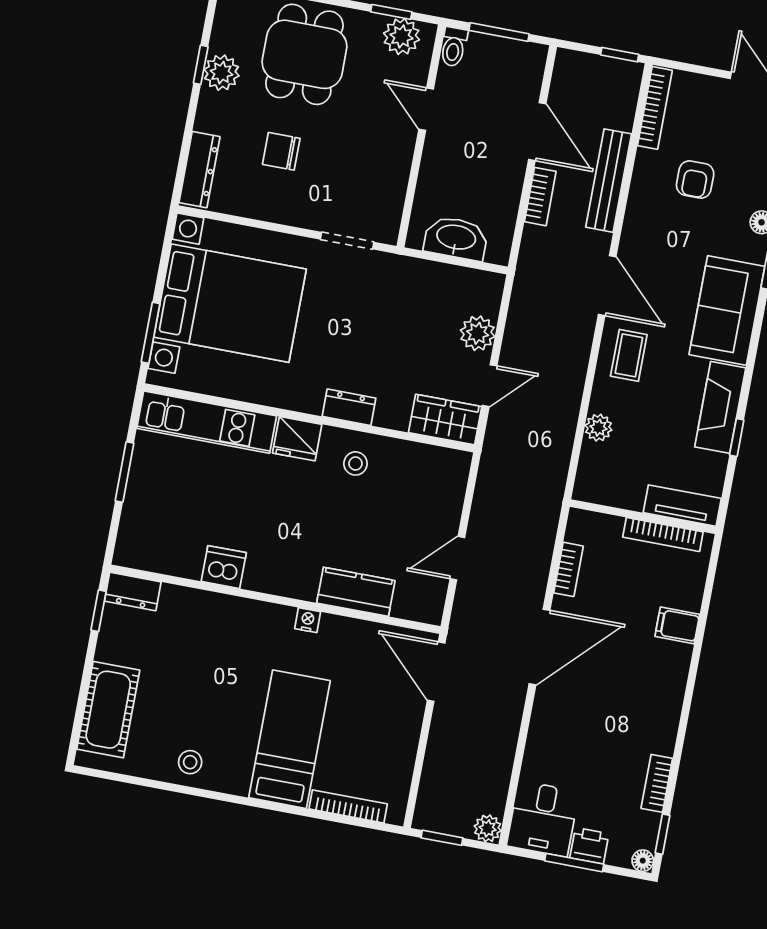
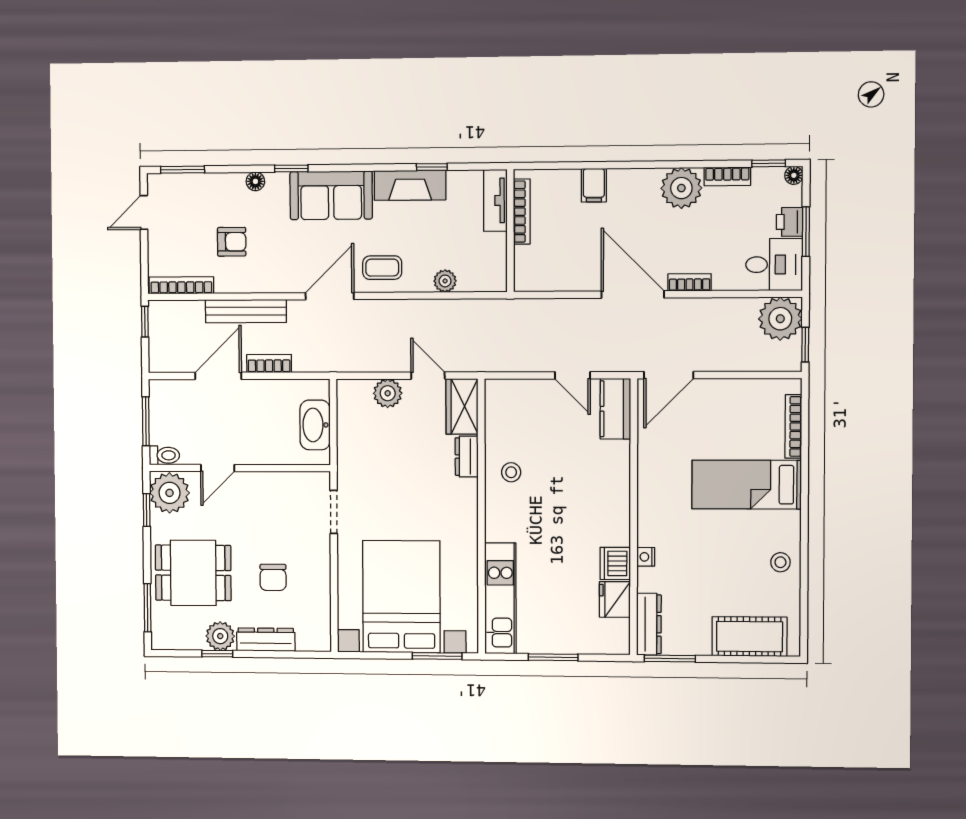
plant: (402, 36) -> (170, 493), width x1.36, depth x1.36
dresser: (199, 170) -> (266, 640), moved
dresser: (349, 407) -> (467, 457), moved
fridge: (297, 439) -> (615, 599), moved, turned 180
bookcase: (568, 569) -> (690, 282), moved
dresser: (133, 592) -> (649, 624), width x1.44
kitchen counter: (356, 592) -> (615, 409), moved
window: (99, 611) -> (670, 658), width x1.50
nightstand: (308, 620) -> (646, 557), moved
plant: (654, 727) -> (681, 188), added
plant: (488, 828) -> (780, 319), width x1.88, depth x1.88

